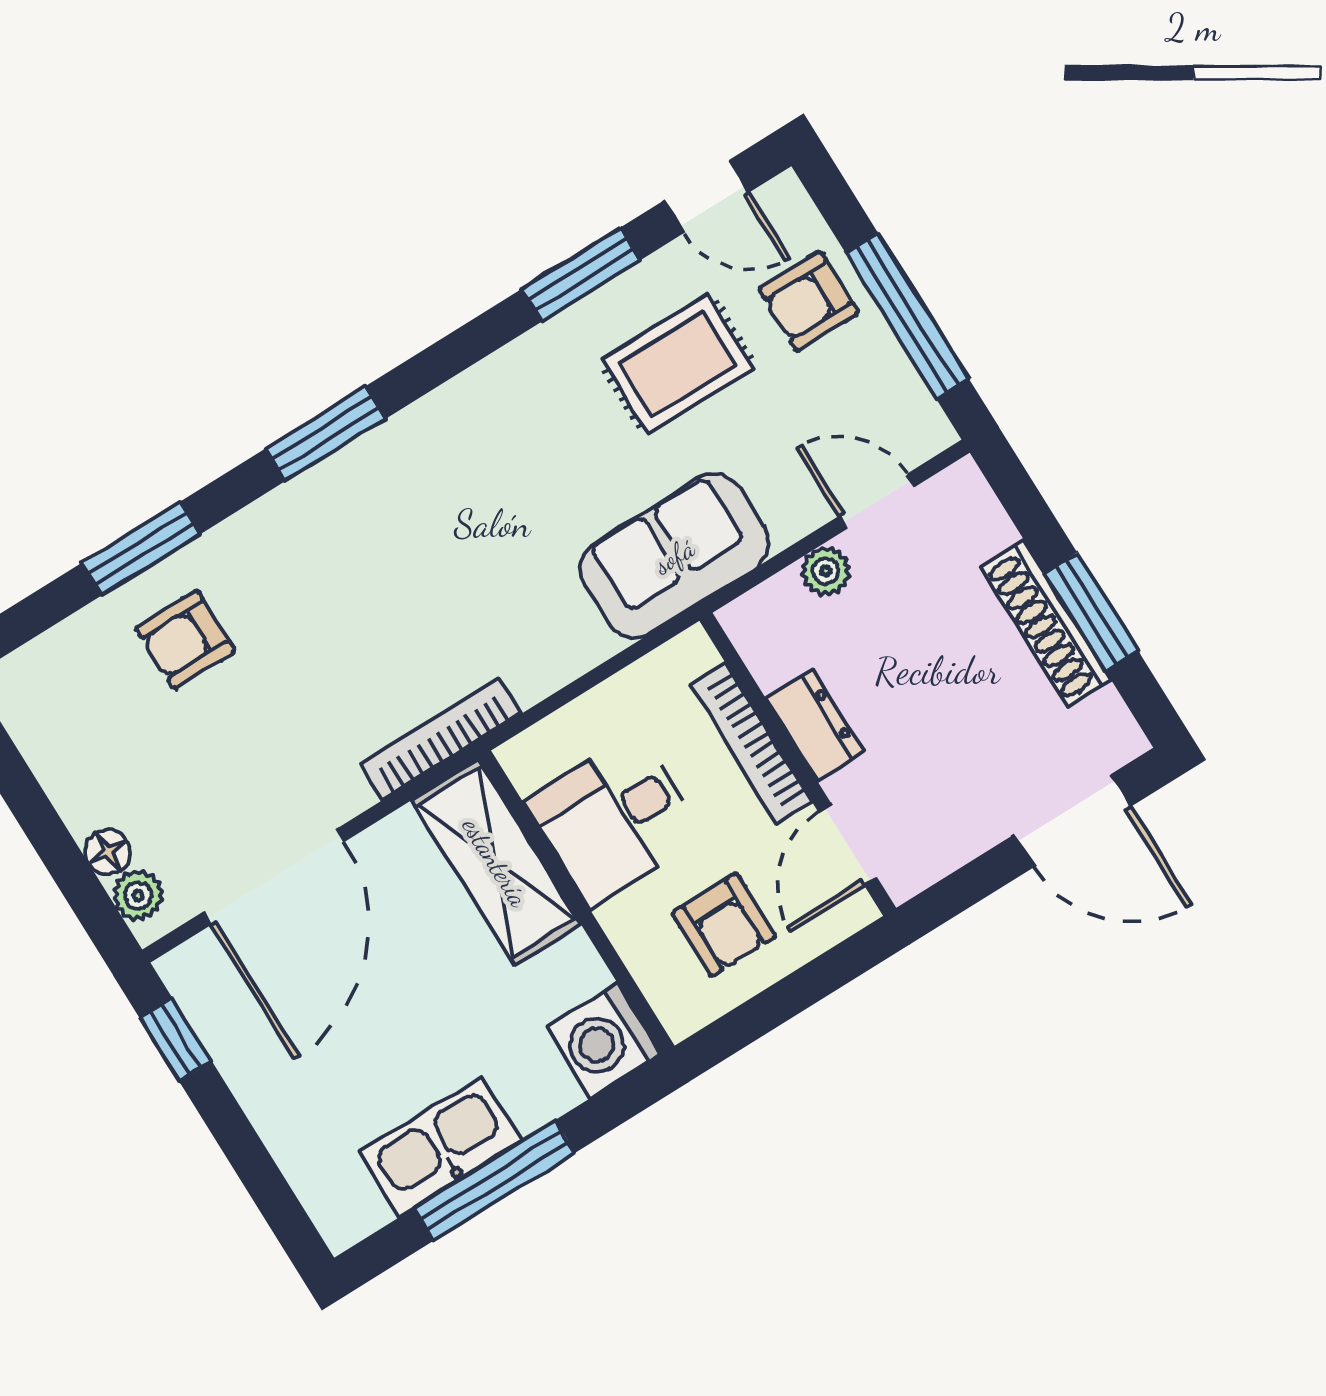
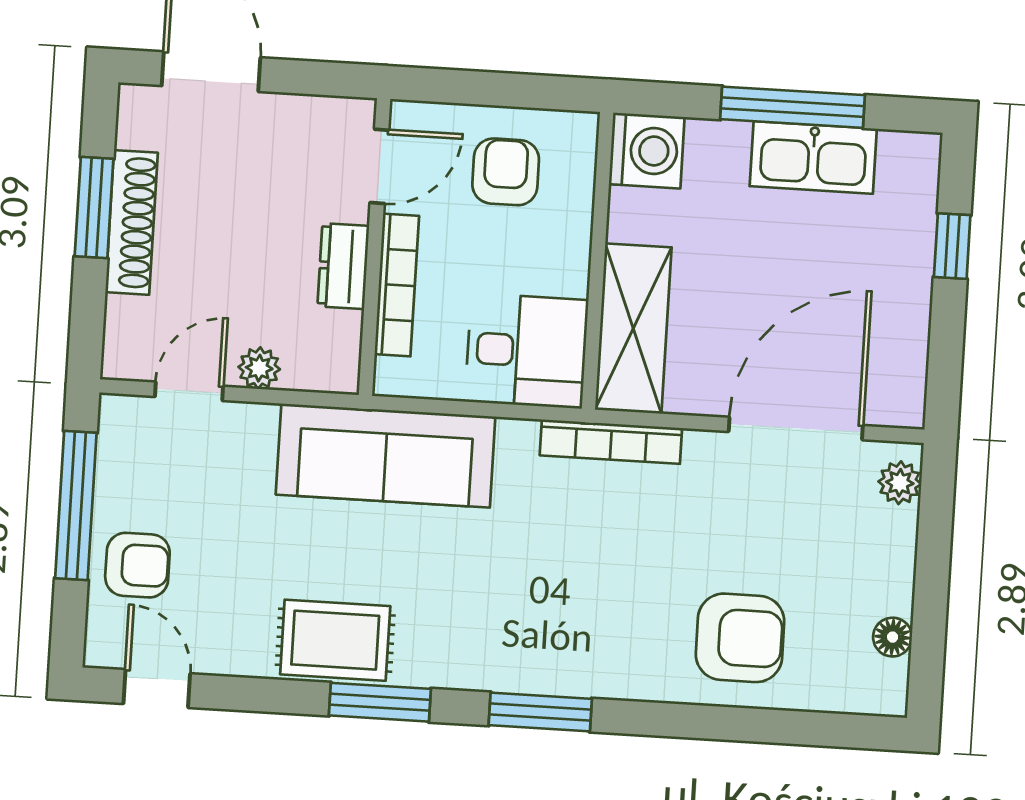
window: (581, 275) -> (380, 702), moved
rug: (678, 364) -> (335, 640), moved
door: (877, 501) -> (189, 391), swing flipped
window: (140, 549) -> (726, 723), removed
sofa: (674, 556) -> (386, 456), width x1.36
armchair: (185, 640) -> (740, 638), width x1.38, depth x1.38
desk: (614, 819) -> (527, 351), moved
floor lamp: (108, 852) -> (893, 637), moved
window: (176, 1040) -> (952, 246), moved

